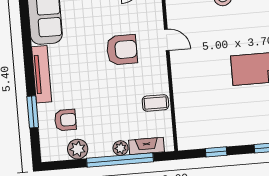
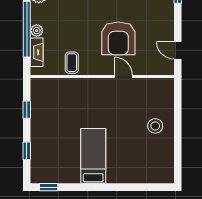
door: (167, 40) -> (123, 76), swing flipped
armchair: (122, 50) -> (118, 38), width x1.36, depth x1.36

